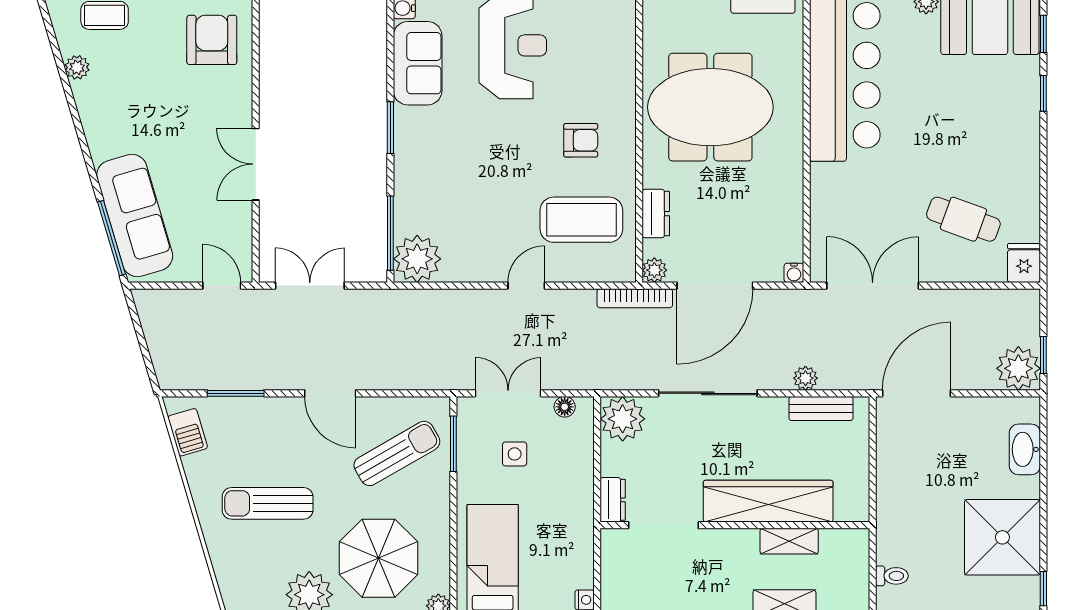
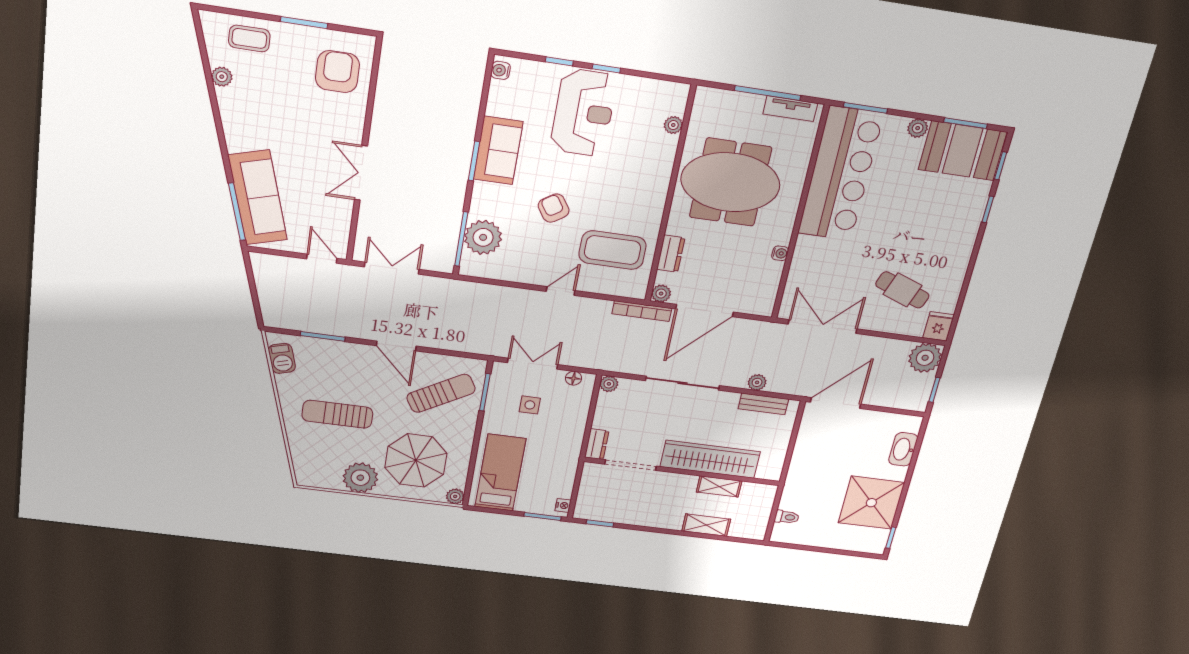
plant: (625, 44) -> (673, 125), added
sofa: (418, 63) -> (498, 151), moved
armchair: (581, 140) -> (554, 208), moved, turned -124
plant: (417, 259) -> (483, 237), moved
water cooler: (794, 273) -> (780, 253), moved, turned -90
plant: (1018, 368) -> (925, 358), moved
plant: (623, 419) -> (609, 384), width x0.53, depth x0.53

